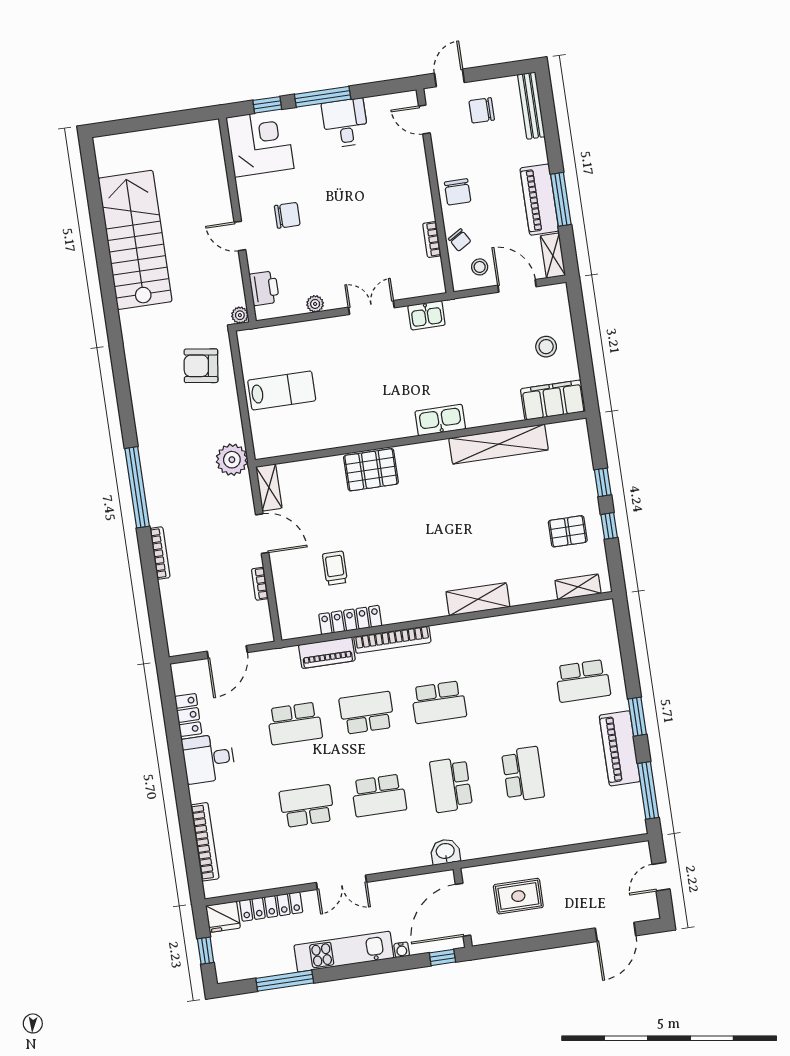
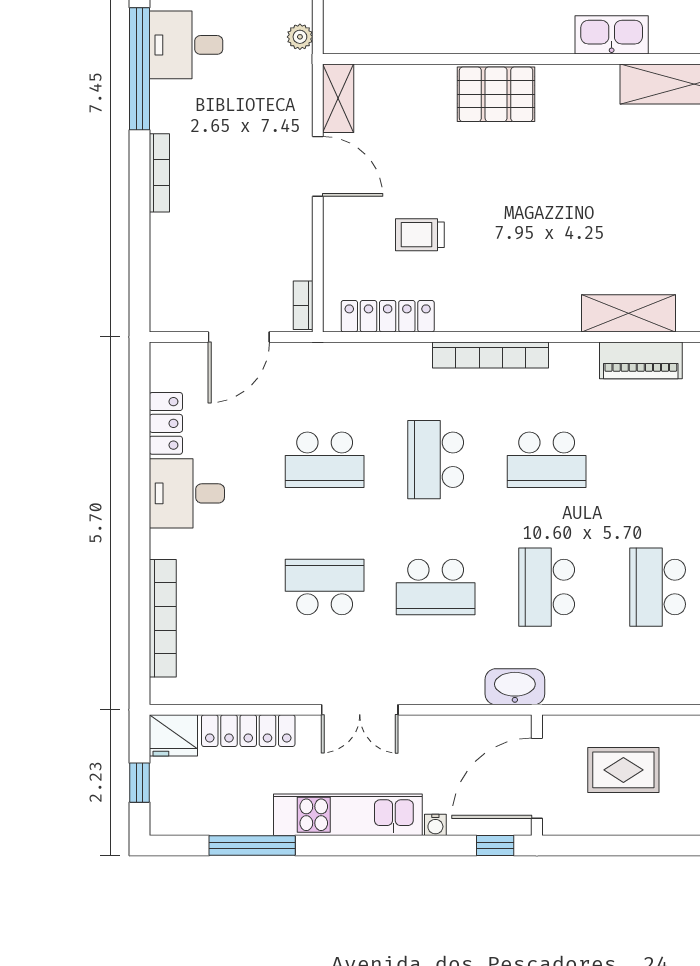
plant: (232, 460) -> (300, 37), width x0.53, depth x0.53
desk: (165, 467) -> (186, 45), added
trolley: (335, 568) -> (420, 235), turned -90
bookcase: (260, 584) -> (303, 305), moved
locker: (350, 620) -> (388, 316), moved
piano: (327, 653) -> (641, 360), moved
school desk: (367, 713) -> (436, 460), turned -90
school desk: (523, 774) -> (658, 587), turned 180
washbasin: (445, 852) -> (515, 687), width x1.38

